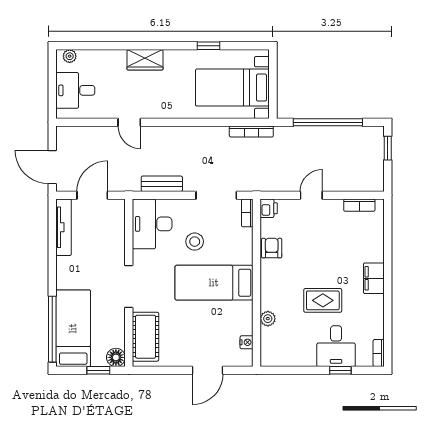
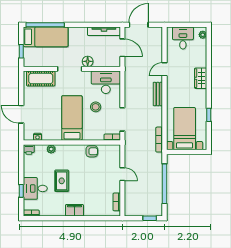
bench: (162, 184) -> (158, 94), moved
printer: (269, 208) -> (29, 150), moved
floor lamp: (116, 357) -> (88, 61), moved

